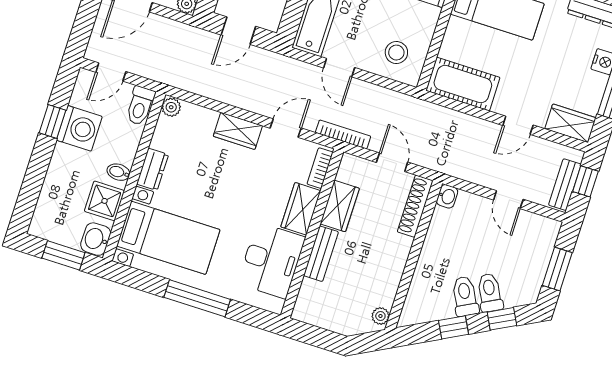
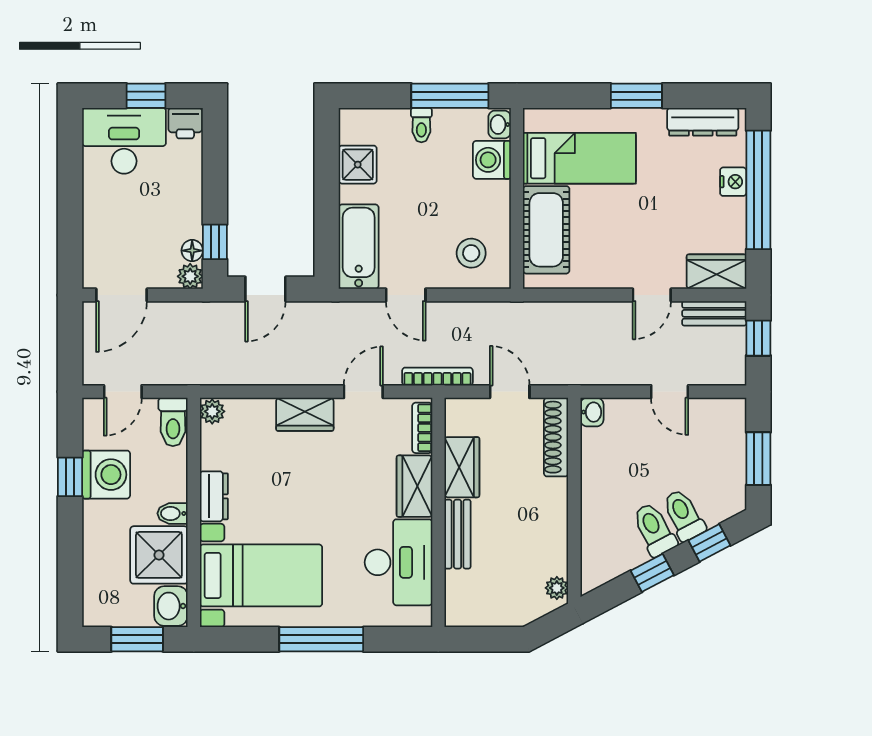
cot: (463, 84) -> (546, 230), moved, turned 90
bench: (565, 185) -> (714, 313), moved, turned 90
shower: (105, 201) -> (159, 555), width x1.36, depth x1.36

